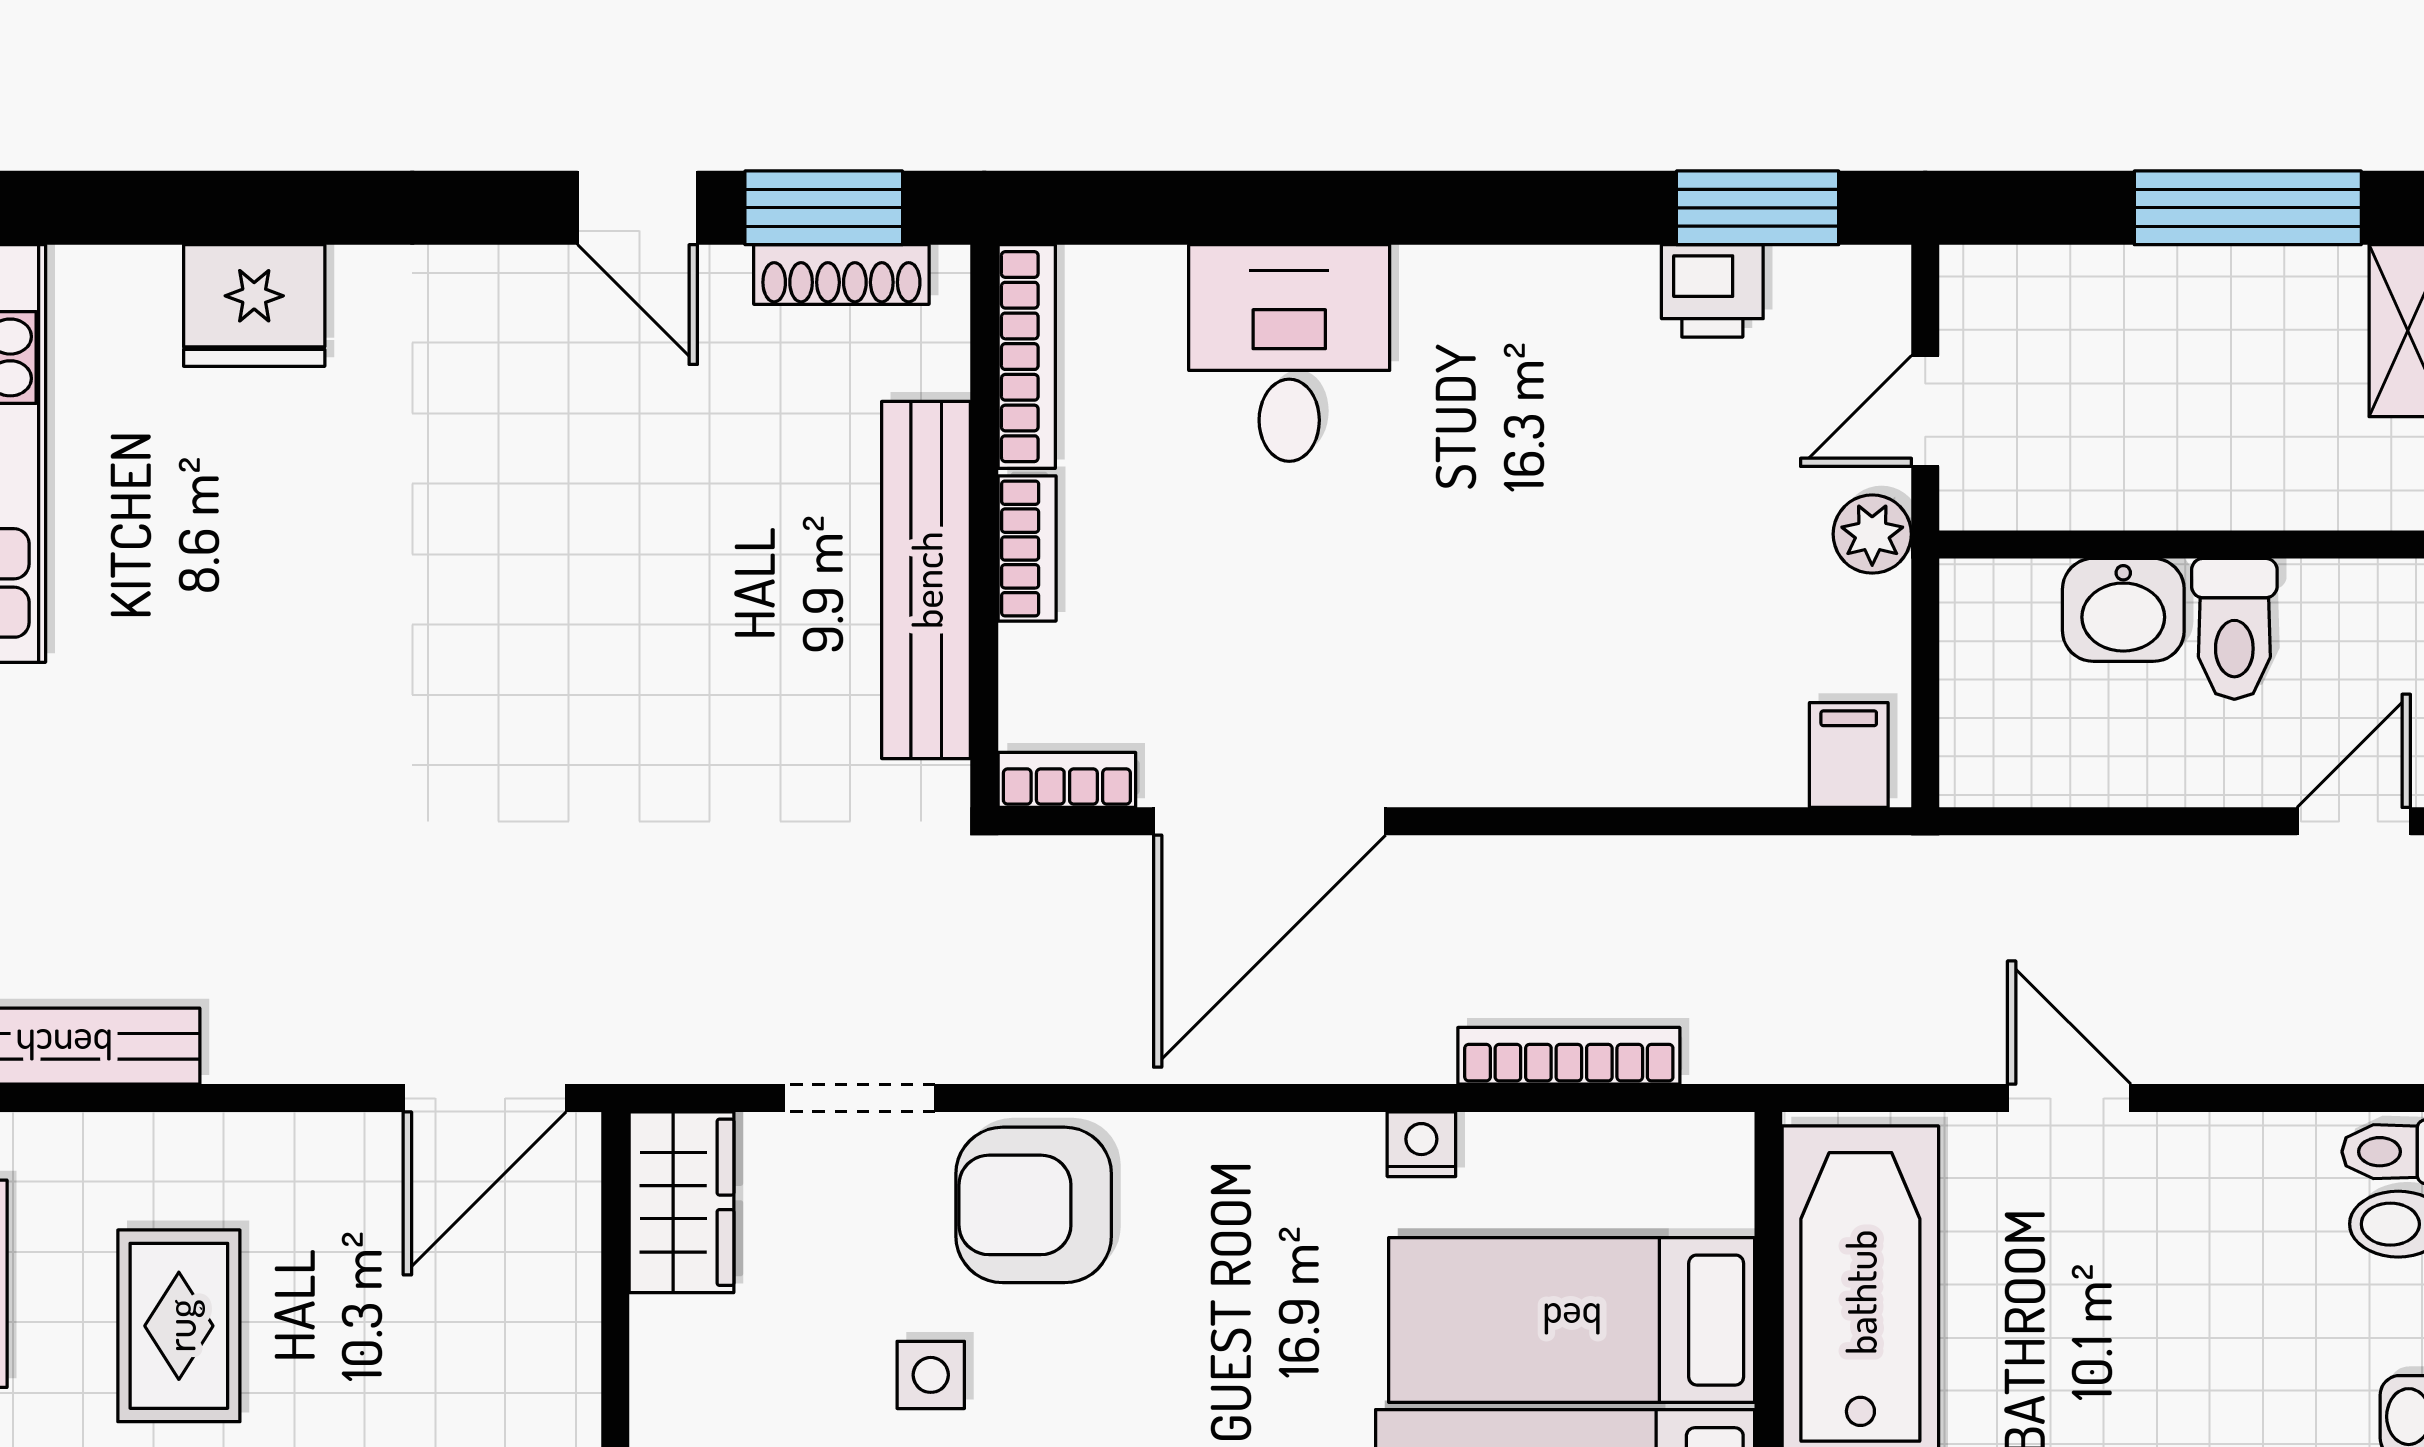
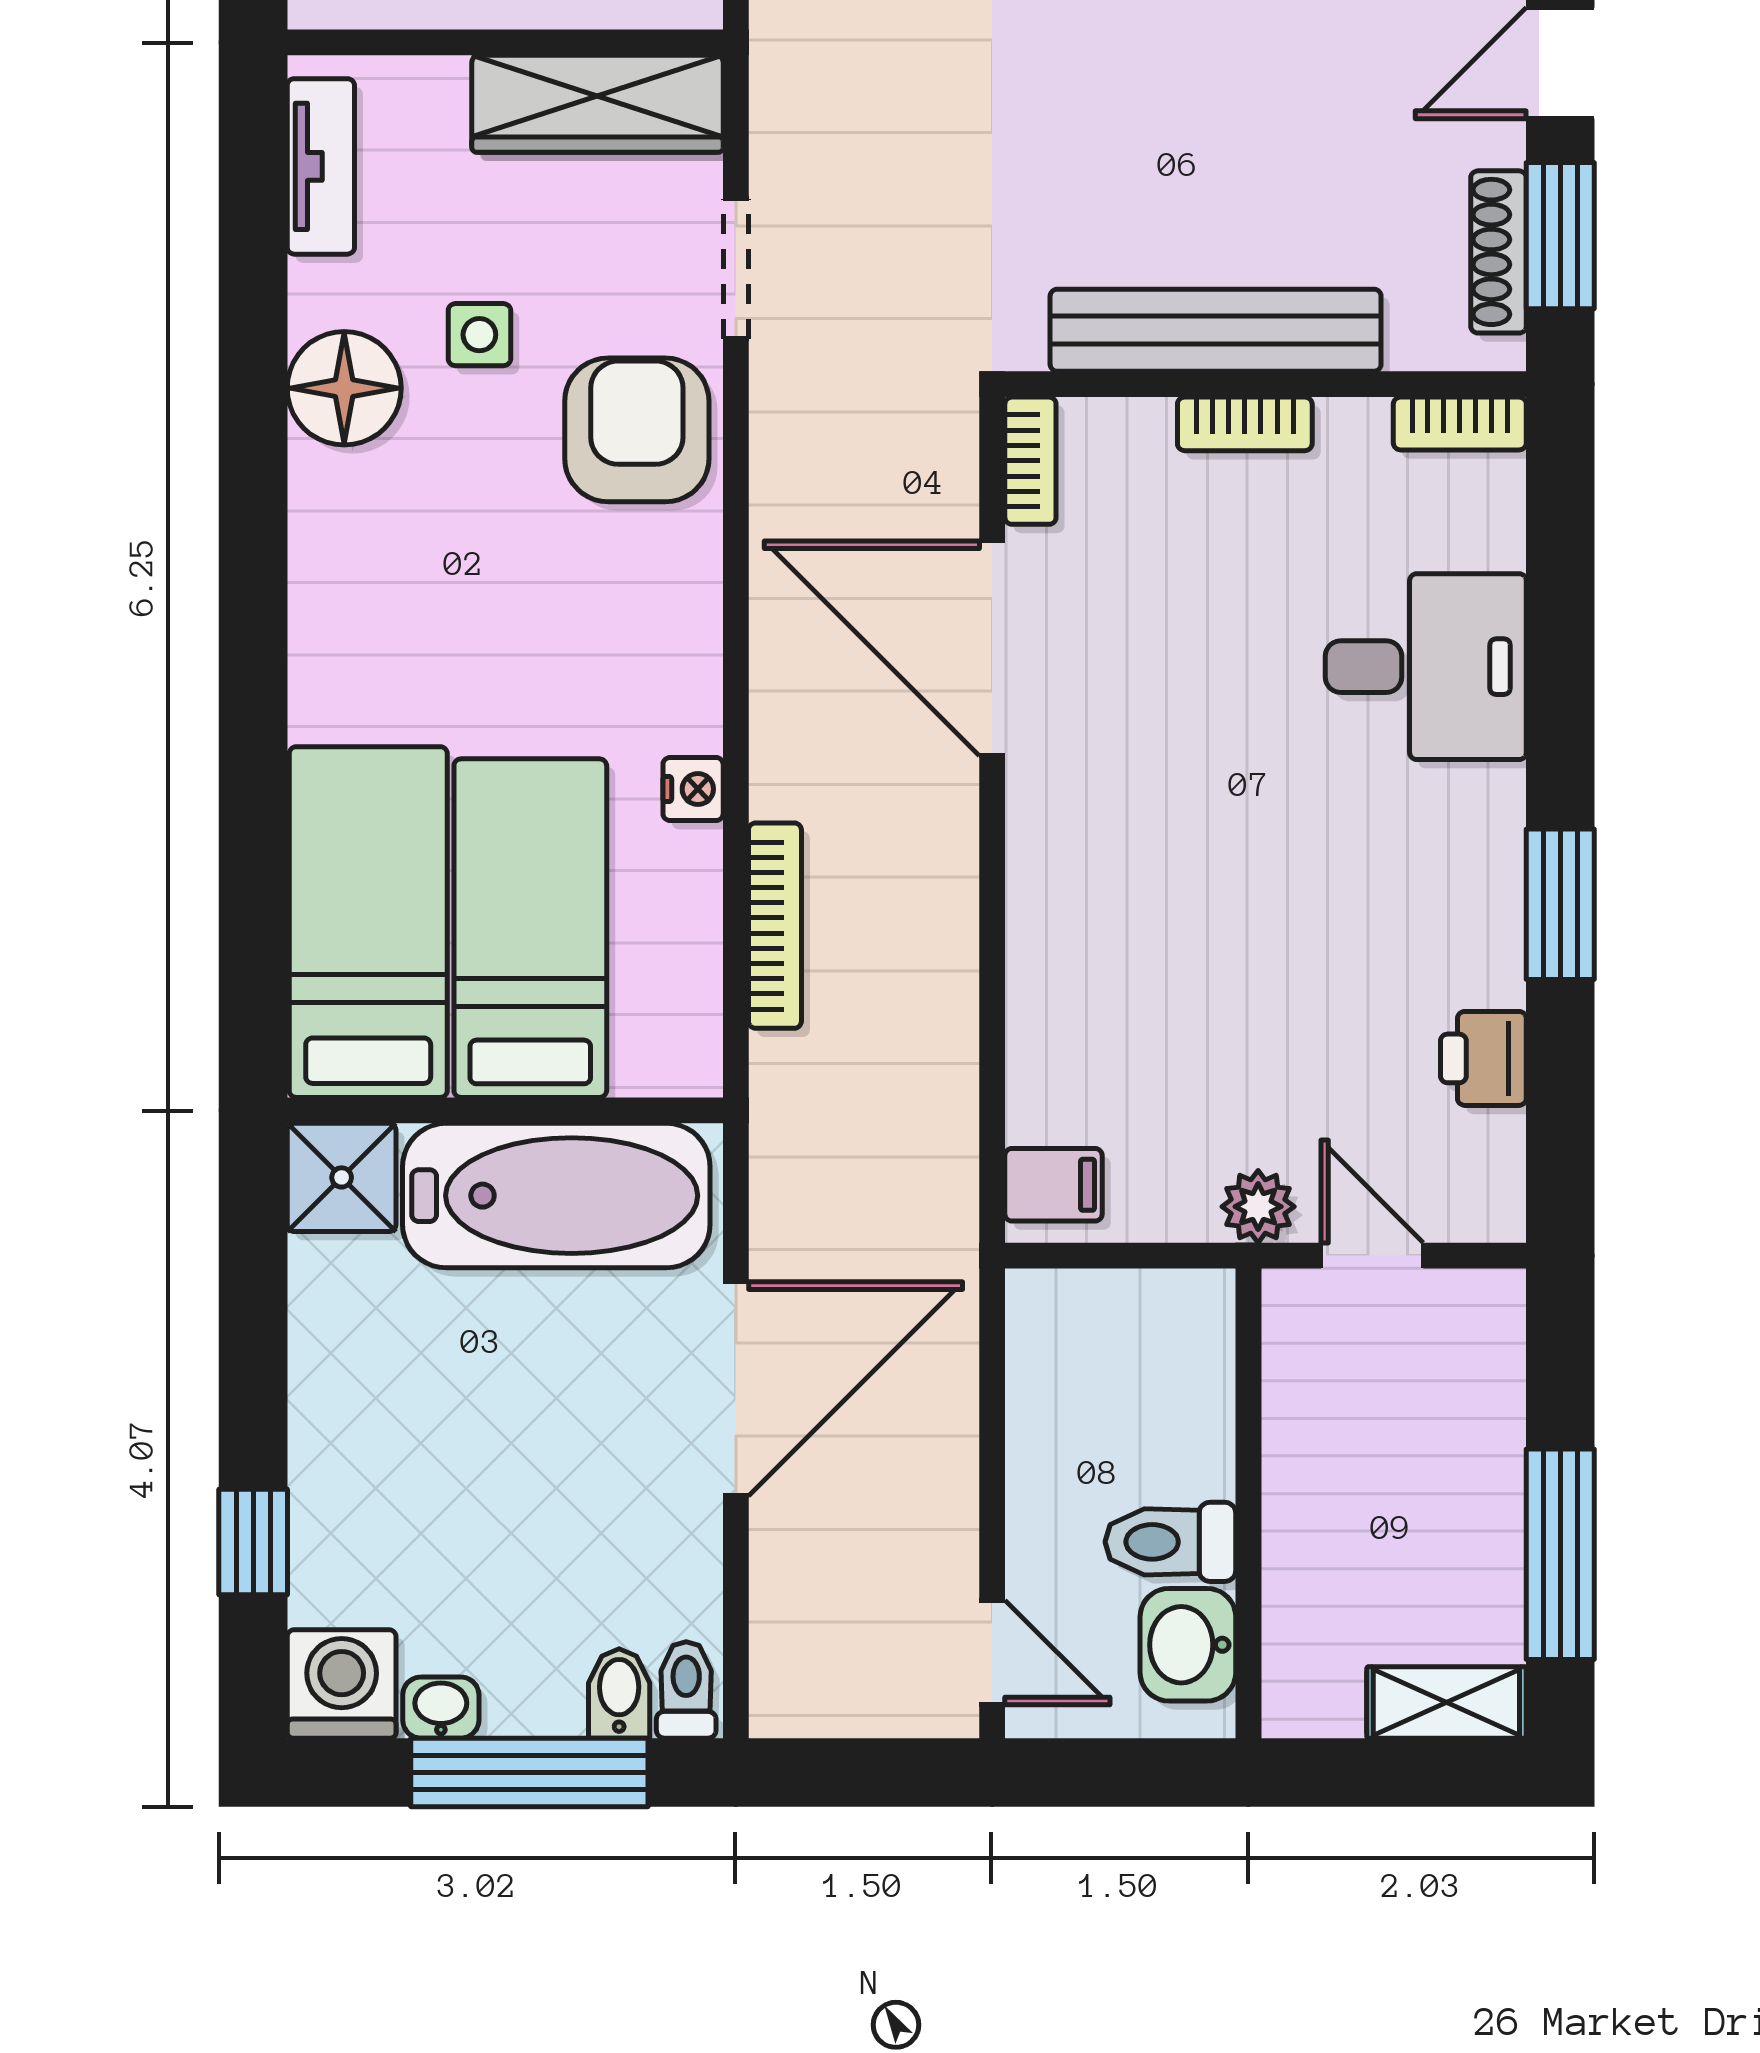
window: (1758, 208) -> (1560, 904), moved
bookcase: (1027, 357) -> (1460, 424), width x0.64
washbasin: (2123, 610) -> (1188, 1645), moved
door: (2069, 1098) -> (736, 1389), width x1.87
wardrobe: (681, 1202) -> (597, 104), width x1.50

